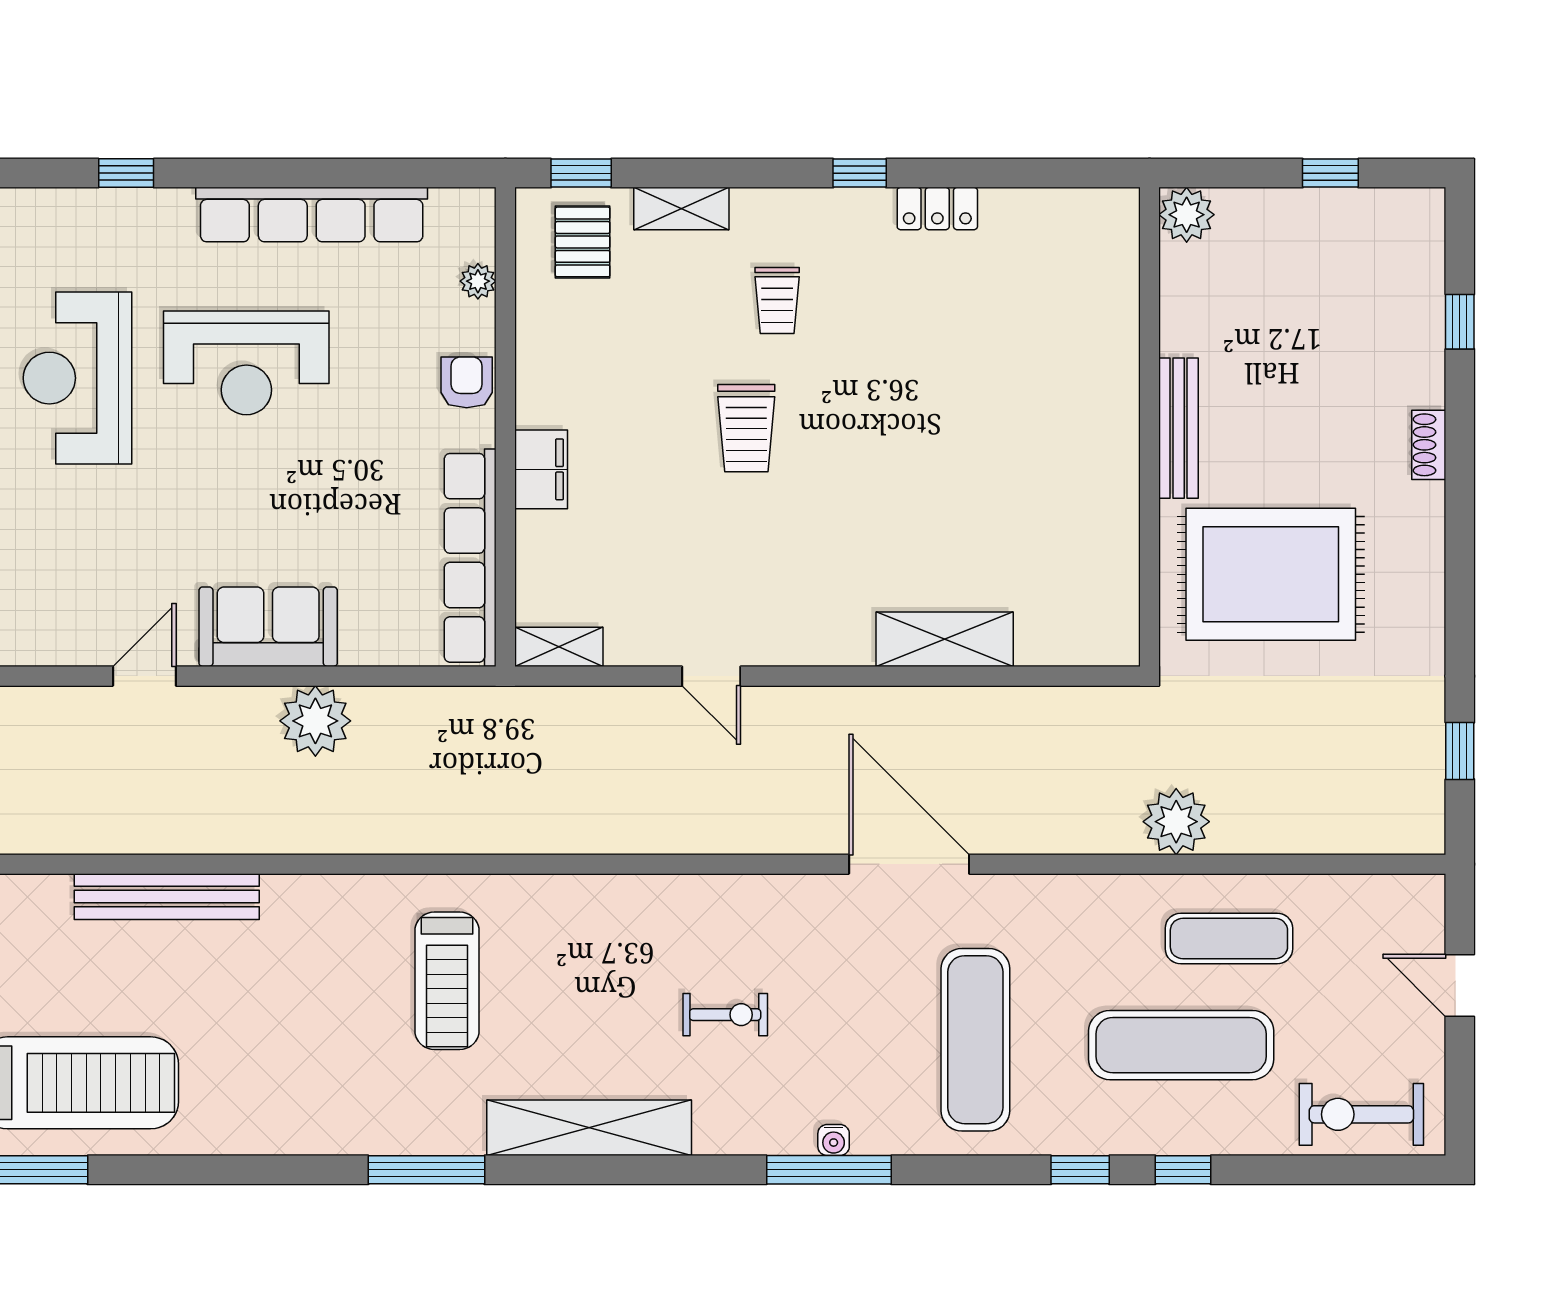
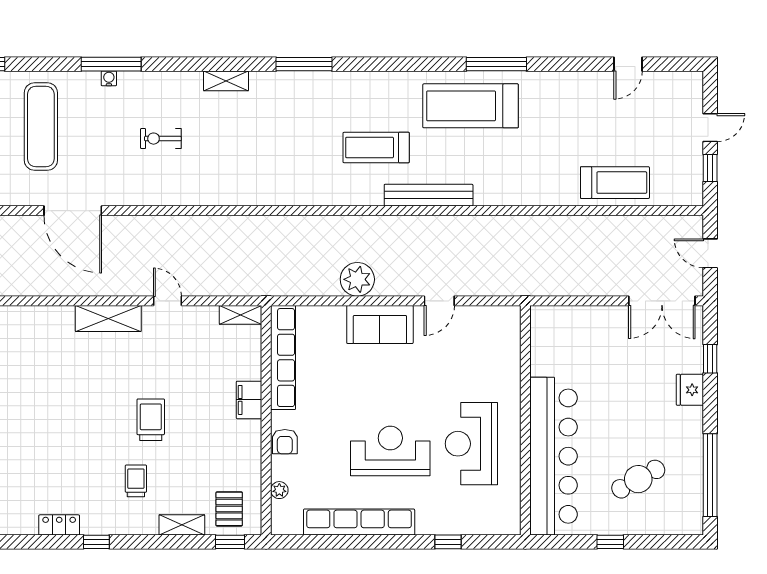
reception desk: (77, 378) -> (471, 444), turned 180
shelving: (945, 639) -> (108, 318), moved
treadmill: (447, 981) -> (376, 147), moved, turned -90
shelving: (589, 1128) -> (226, 81), width x0.45, depth x0.75

